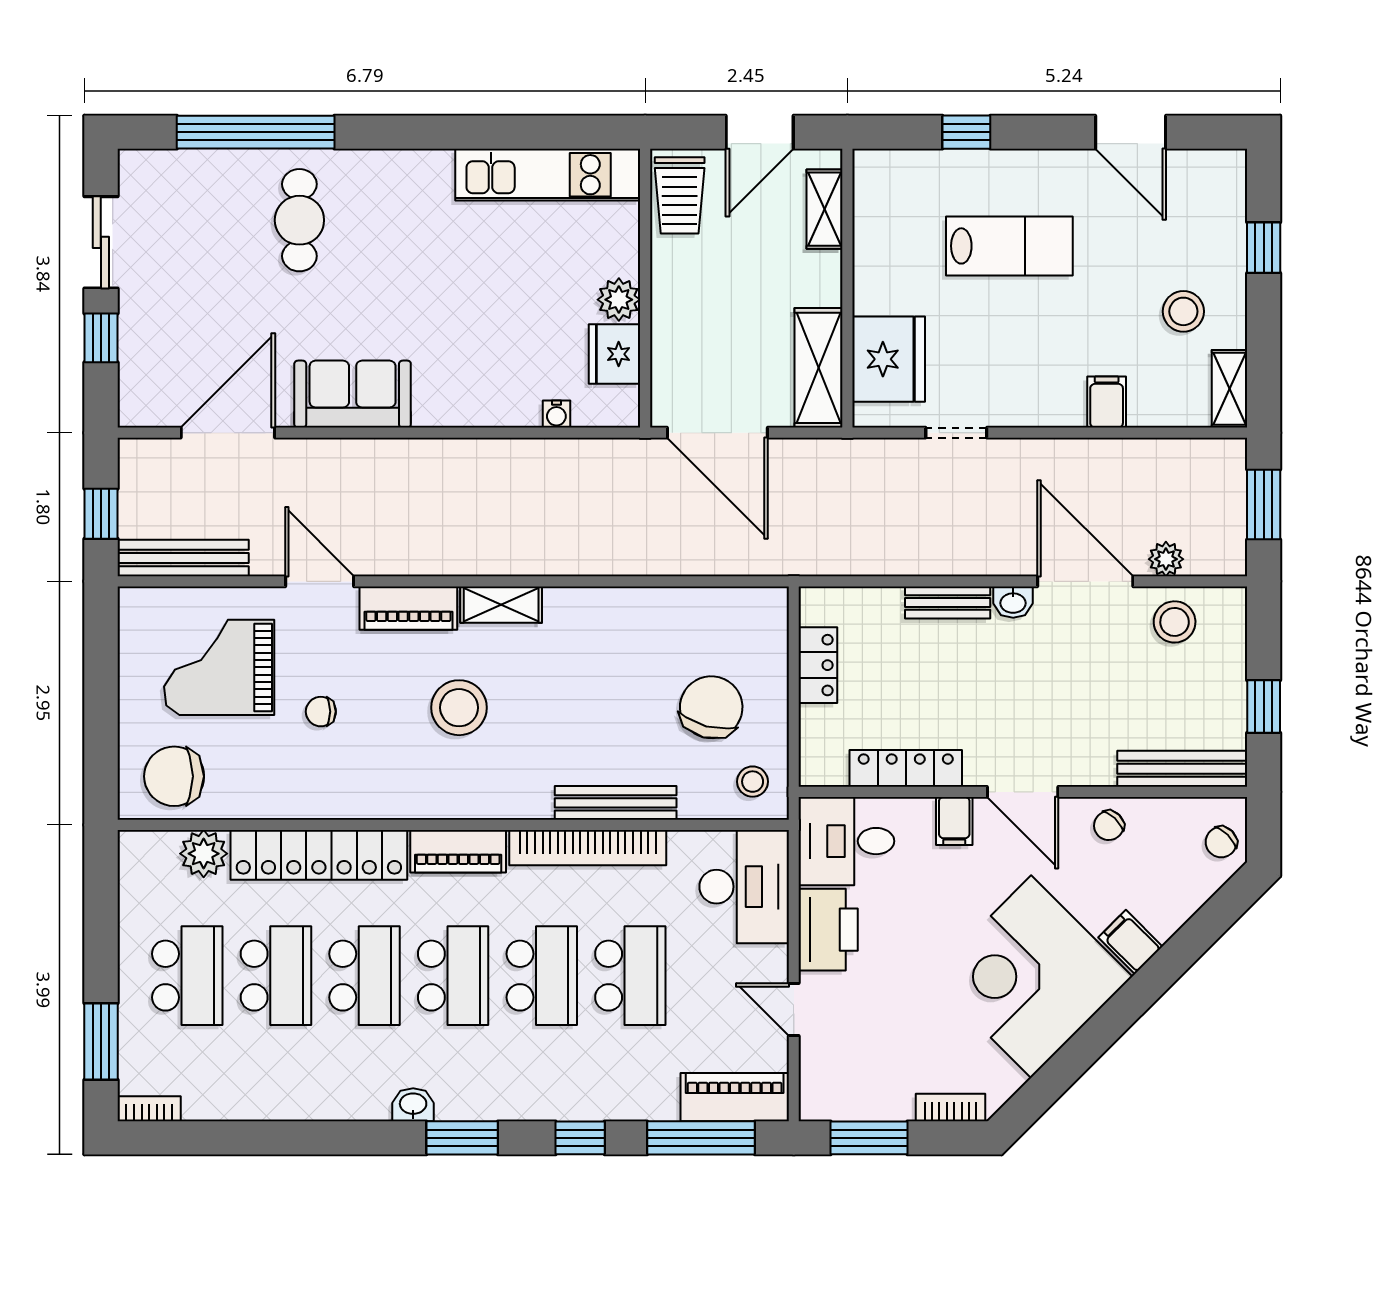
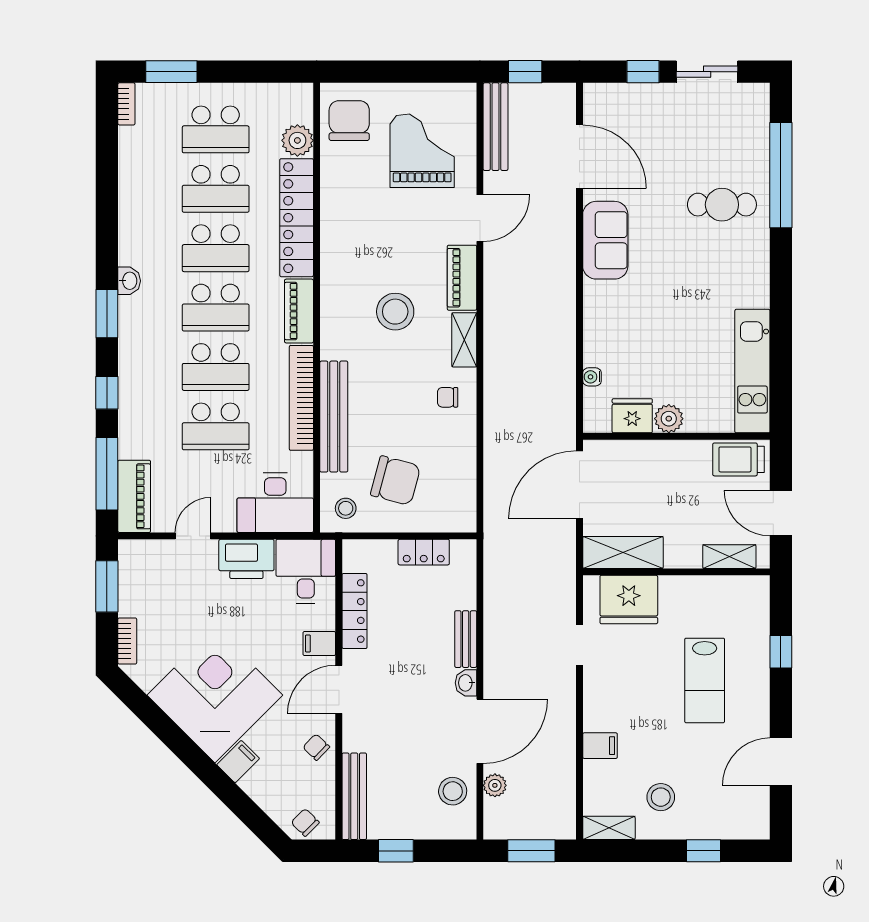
chair: (321, 712) -> (448, 397), moved, turned -90
bench: (616, 803) -> (334, 417), width x1.37, depth x1.21

